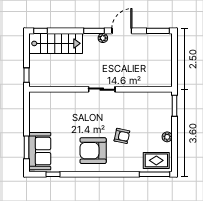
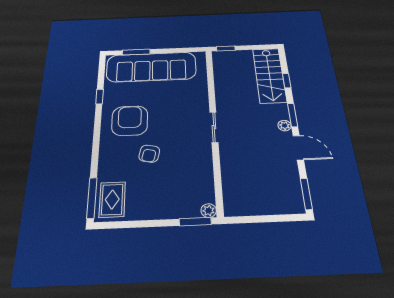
window: (40, 31) -> (287, 81), moved
plant: (167, 137) -> (209, 211), moved
sofa: (40, 151) -> (151, 67), width x1.85, depth x1.27
window: (53, 174) -> (100, 97), moved

